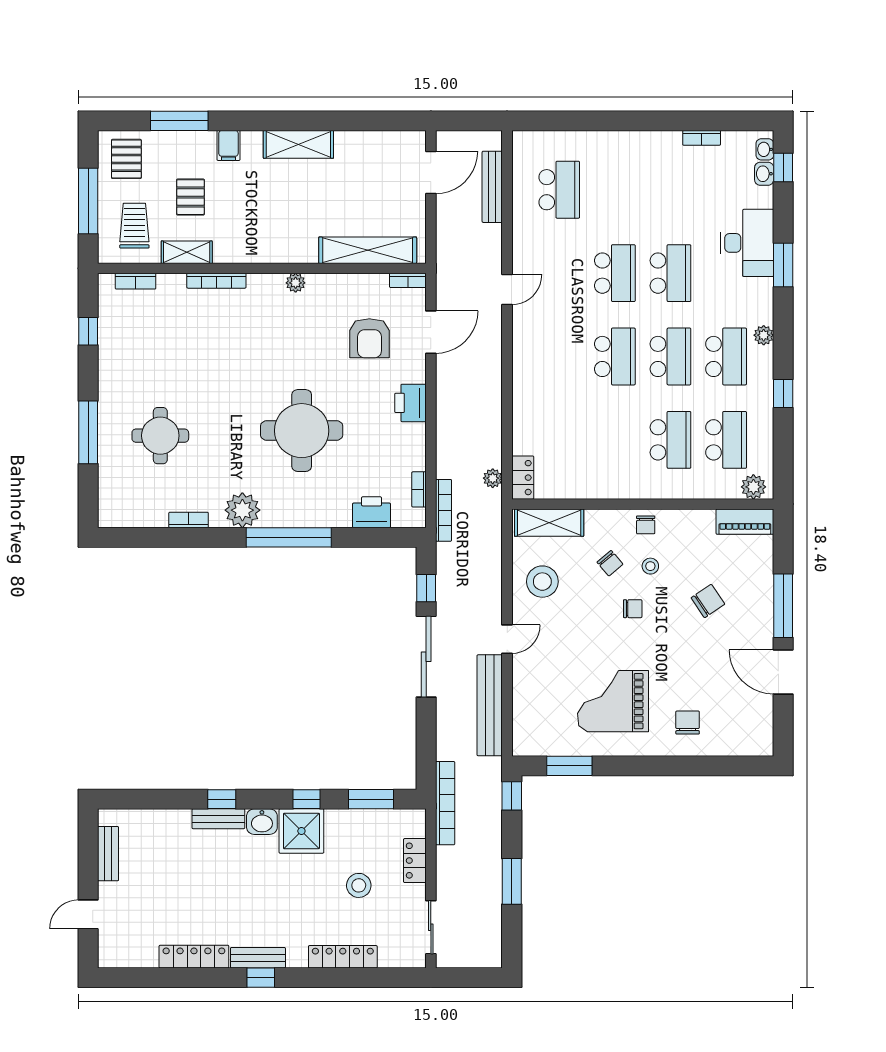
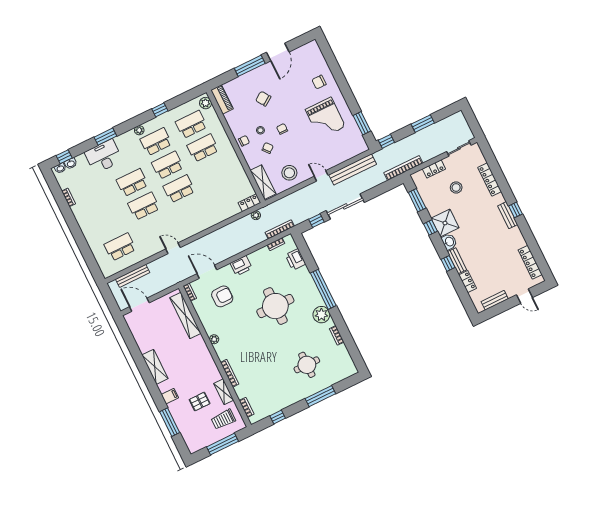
pallet: (126, 159) -> (197, 437), removed
locker: (169, 819) -> (468, 282), added
locker: (194, 957) -> (530, 262), moved

